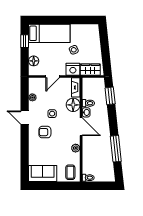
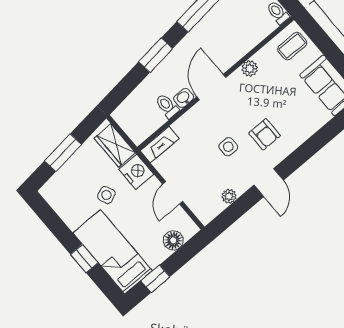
window: (56, 20) -> (84, 259), added
window: (105, 47) -> (63, 153), added
door: (53, 77) -> (173, 193), swing flipped
window: (110, 96) -> (156, 55), moved
floor lamp: (73, 105) -> (189, 127), removed

